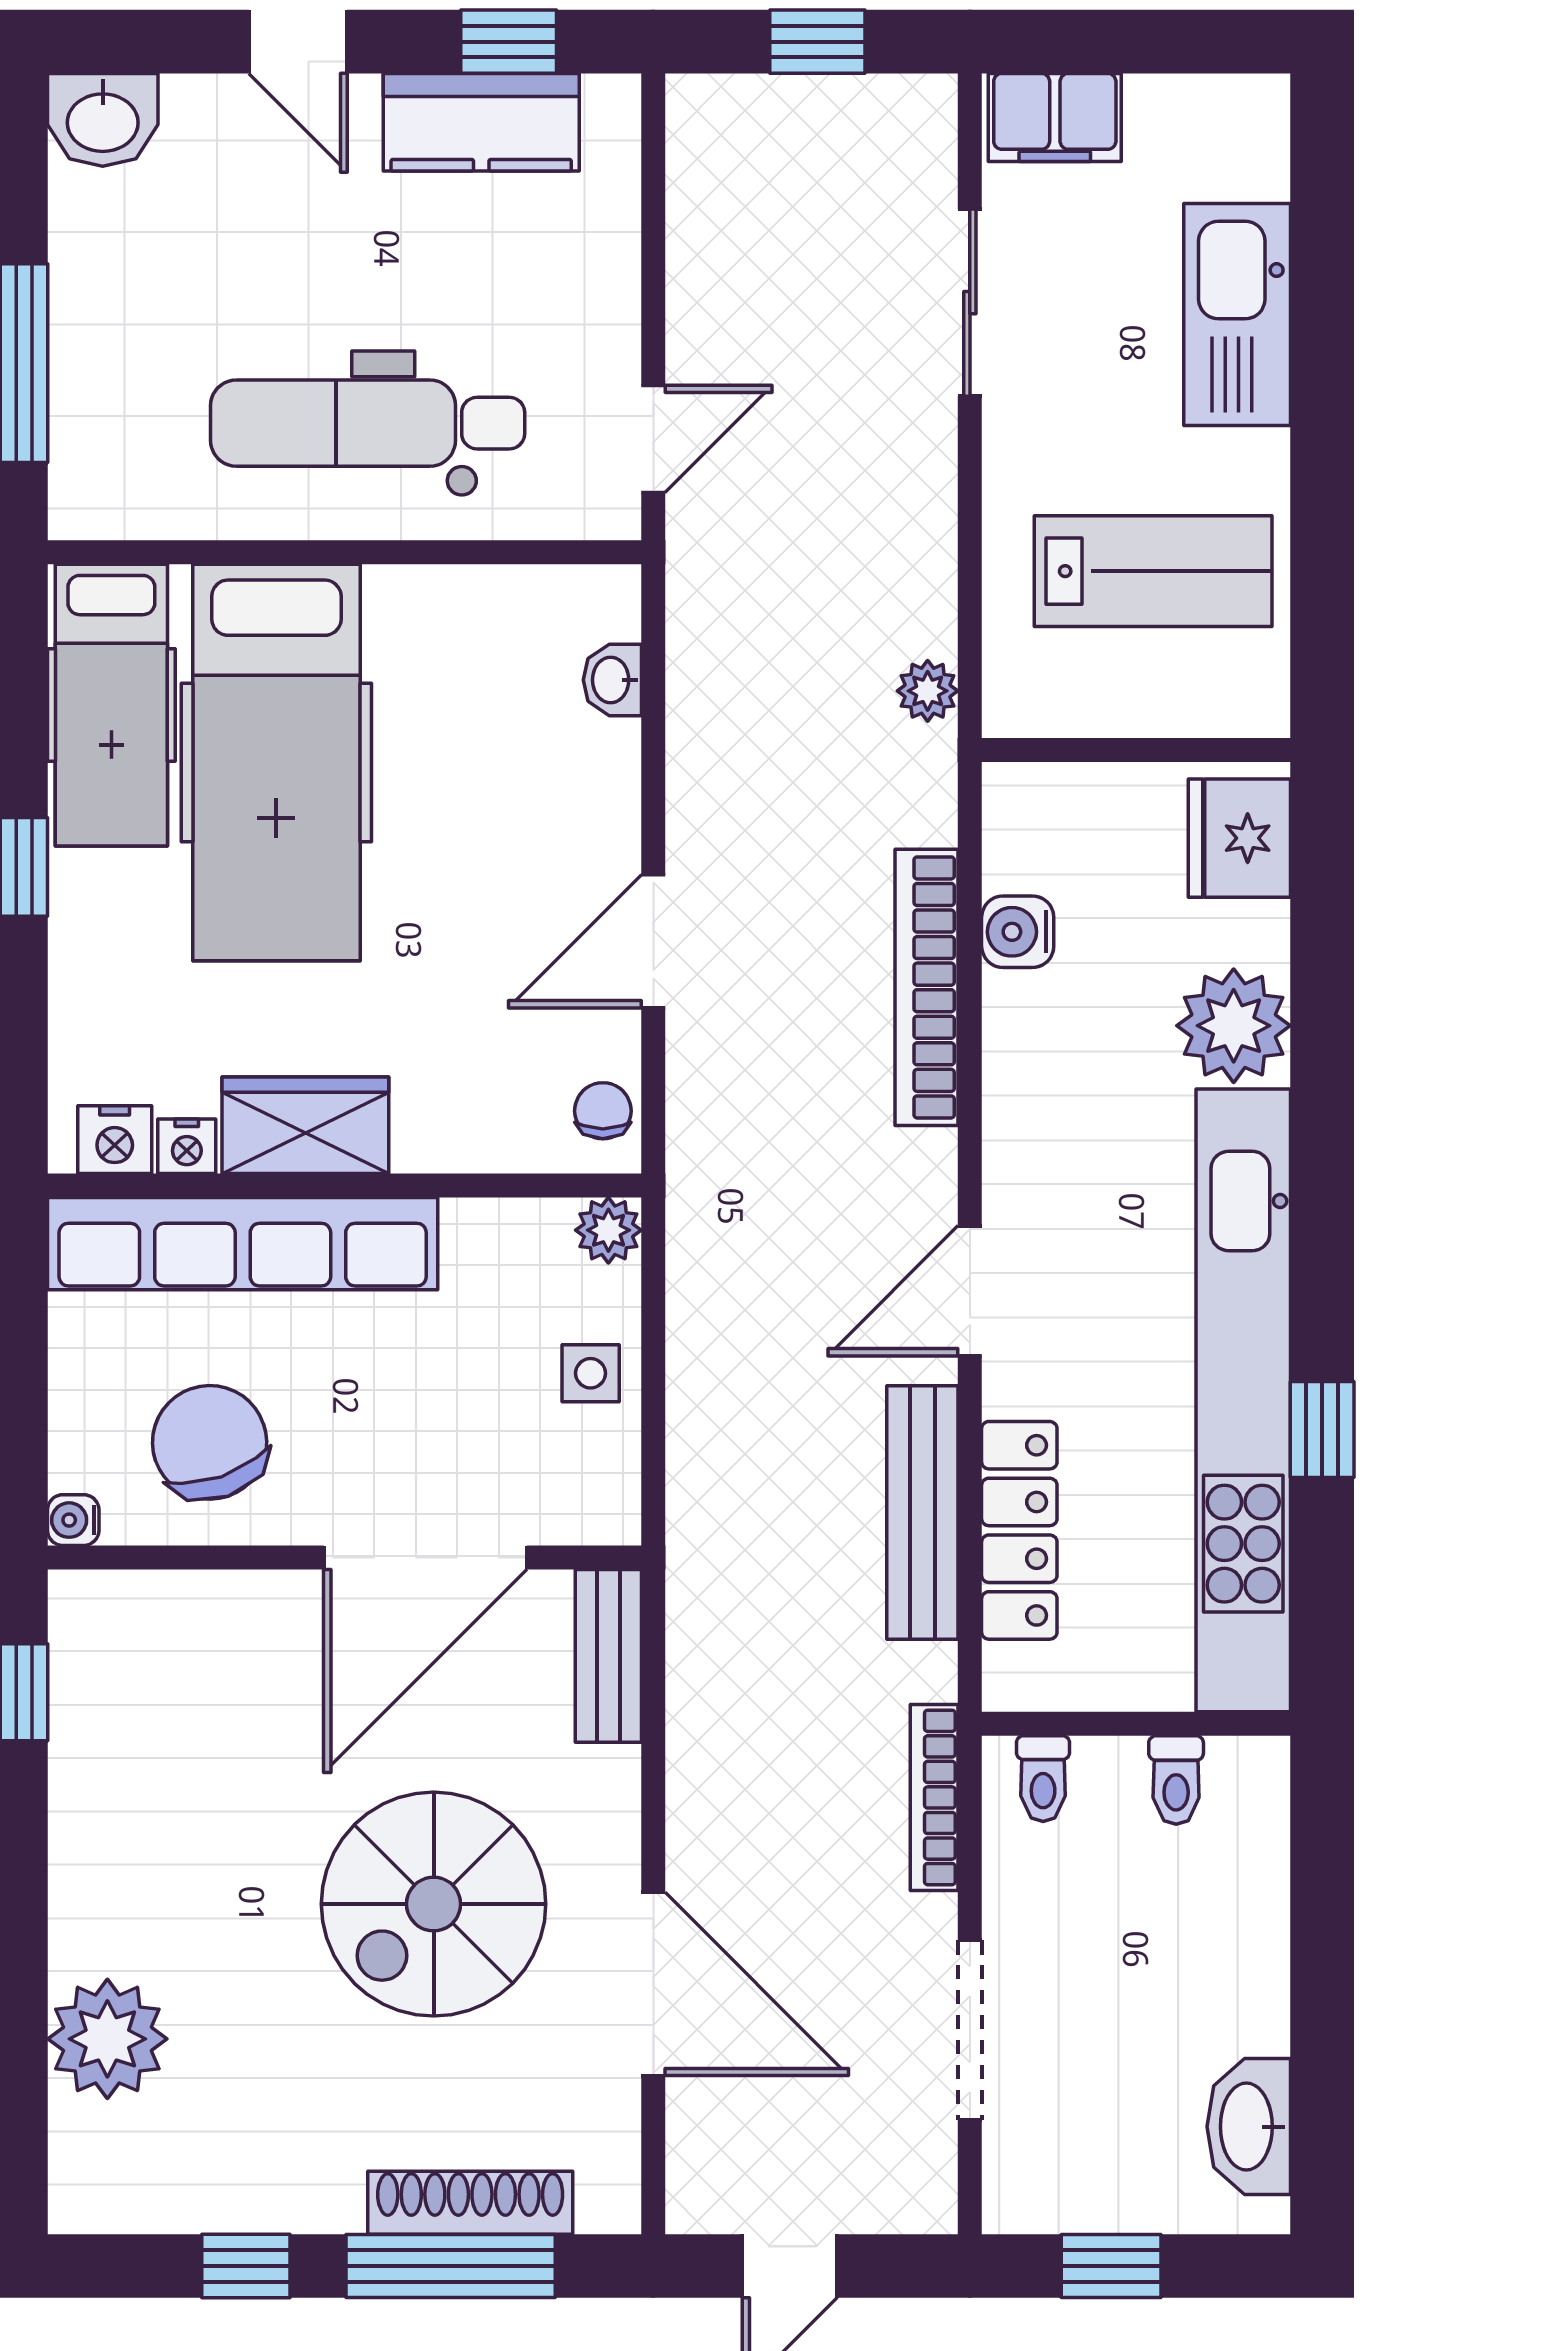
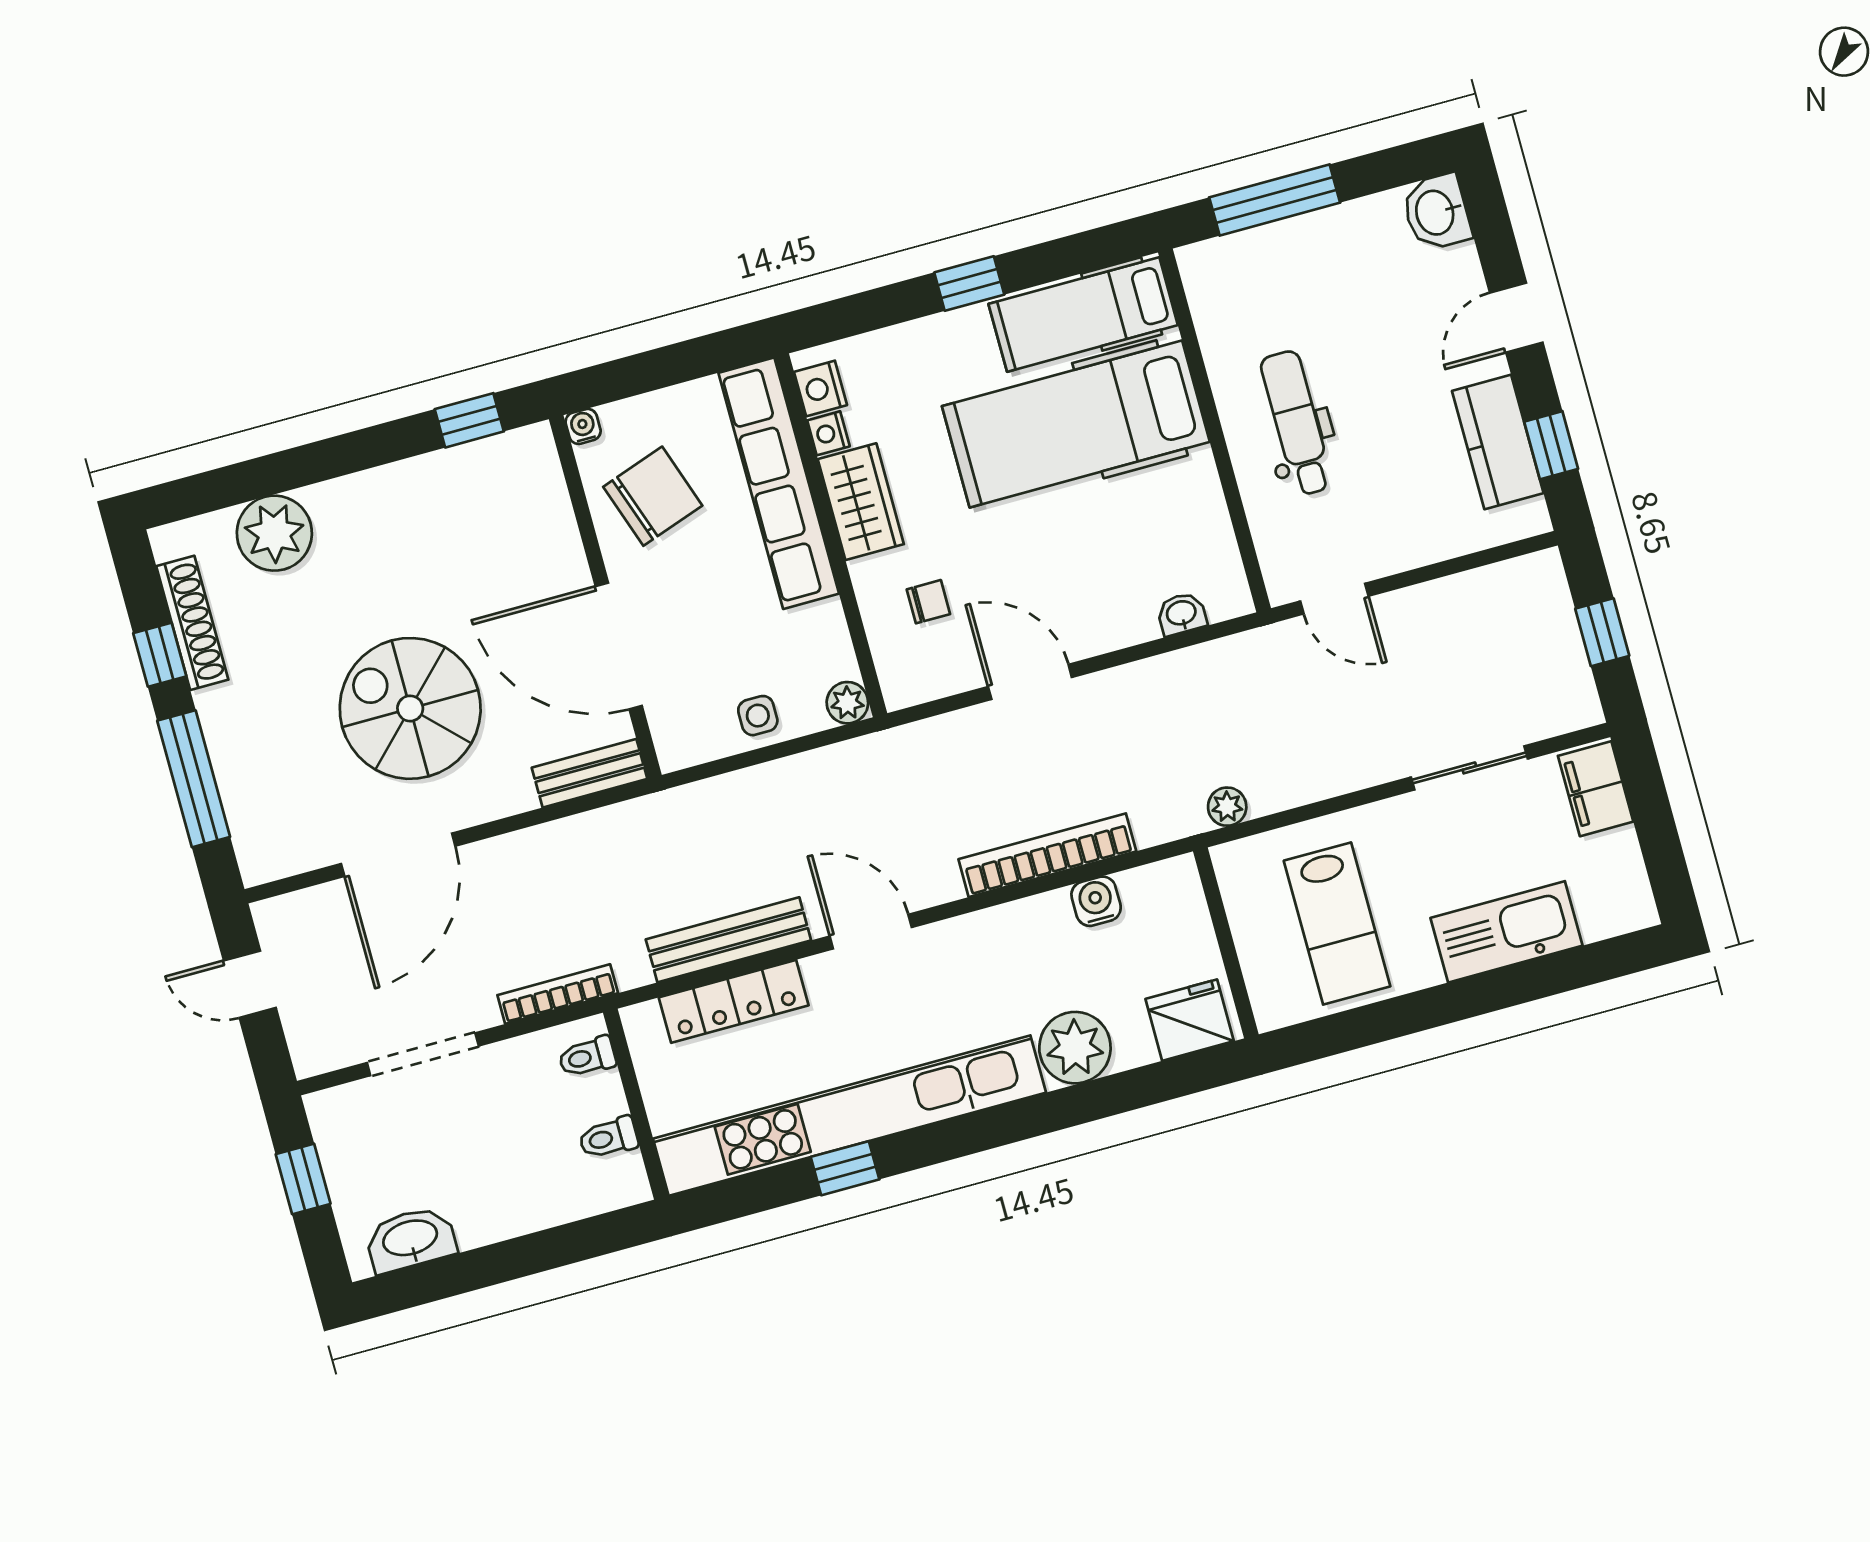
dental chair: (368, 423) -> (1297, 423), width x0.73, depth x0.72
chair: (603, 1111) -> (928, 602), moved
shoe rack: (470, 2203) -> (192, 623), moved

